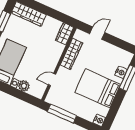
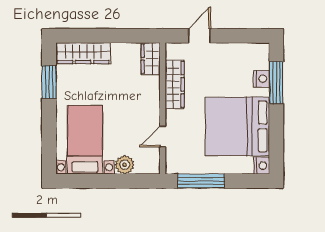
bed: (98, 88) -> (237, 126), width x1.36

